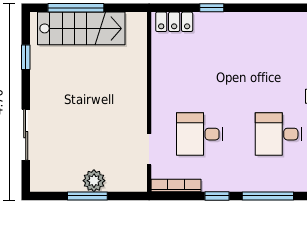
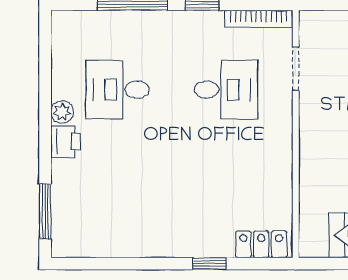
desk: (278, 134) -> (118, 90), turned 180

